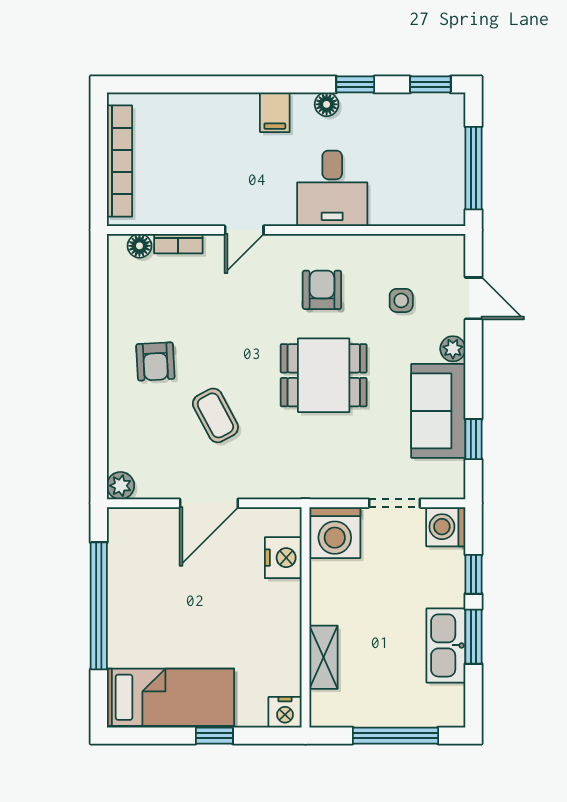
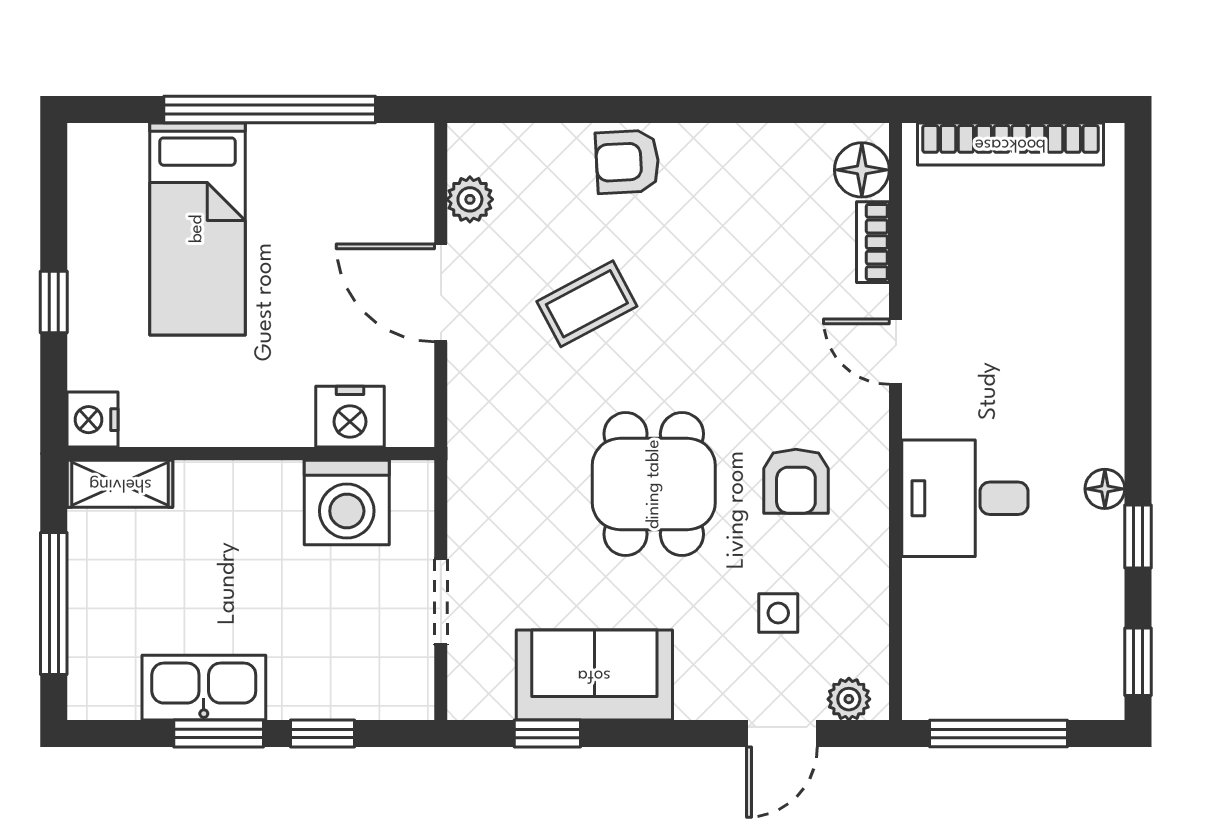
filing cabinet: (275, 112) -> (1092, 403), removed
floor lamp: (139, 246) -> (862, 170), width x1.37, depth x1.37
armchair: (322, 290) -> (796, 481), turned 90
plant: (453, 349) -> (849, 699), moved
armchair: (155, 361) -> (627, 162), moved
plant: (120, 486) -> (470, 199), moved
washing machine: (446, 527) -> (402, 687), removed
washing machine: (335, 533) -> (347, 503), moved, turned -90
shelving: (323, 657) -> (120, 484), moved
bed: (170, 697) -> (197, 229), moved

